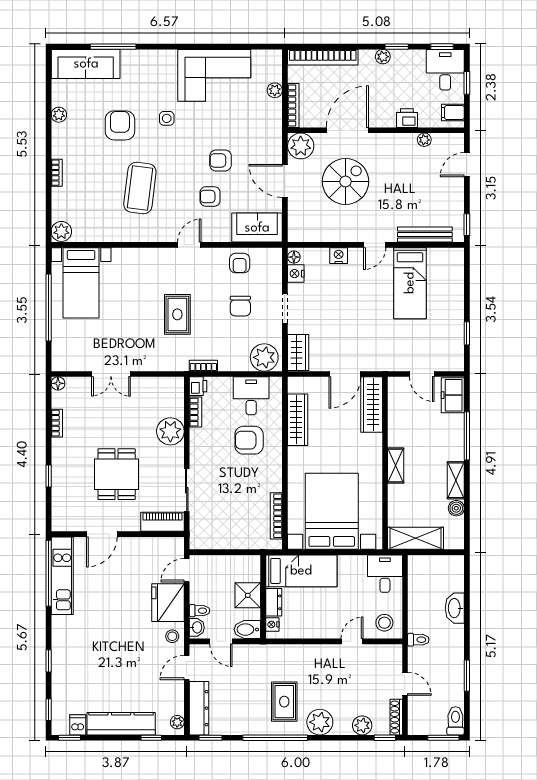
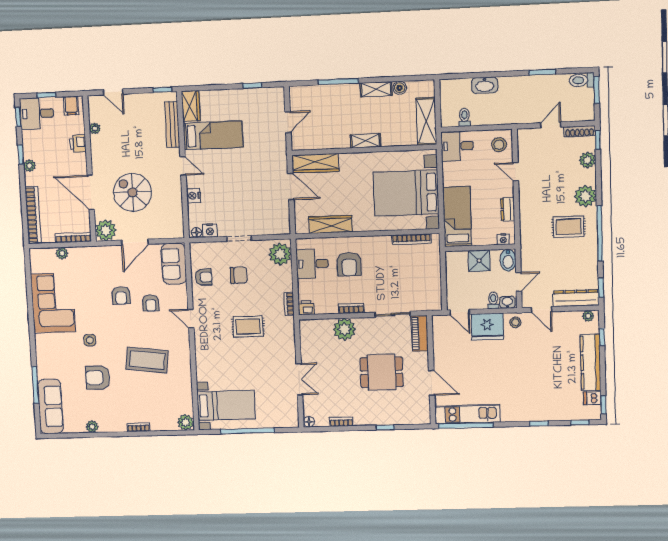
wardrobe: (298, 352) -> (191, 106), moved, turned 90
freezer: (453, 395) -> (305, 95), removed
bookcase: (196, 412) -> (351, 308), moved
dresser: (274, 602) -> (508, 209), moved, turned -90
toilet: (418, 640) -> (464, 117), moved

